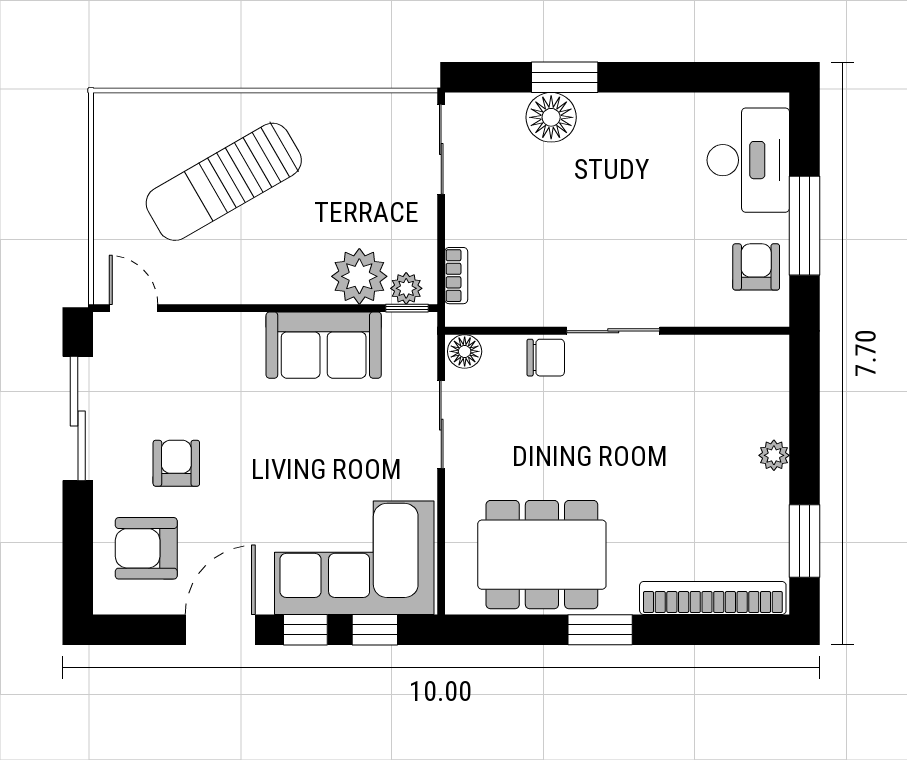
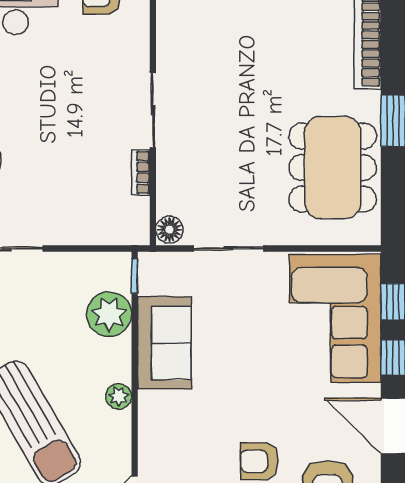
bookcase: (456, 276) -> (141, 172), moved, turned -90
plant: (406, 288) -> (119, 396), moved
chair: (546, 358) -> (174, 165), removed

